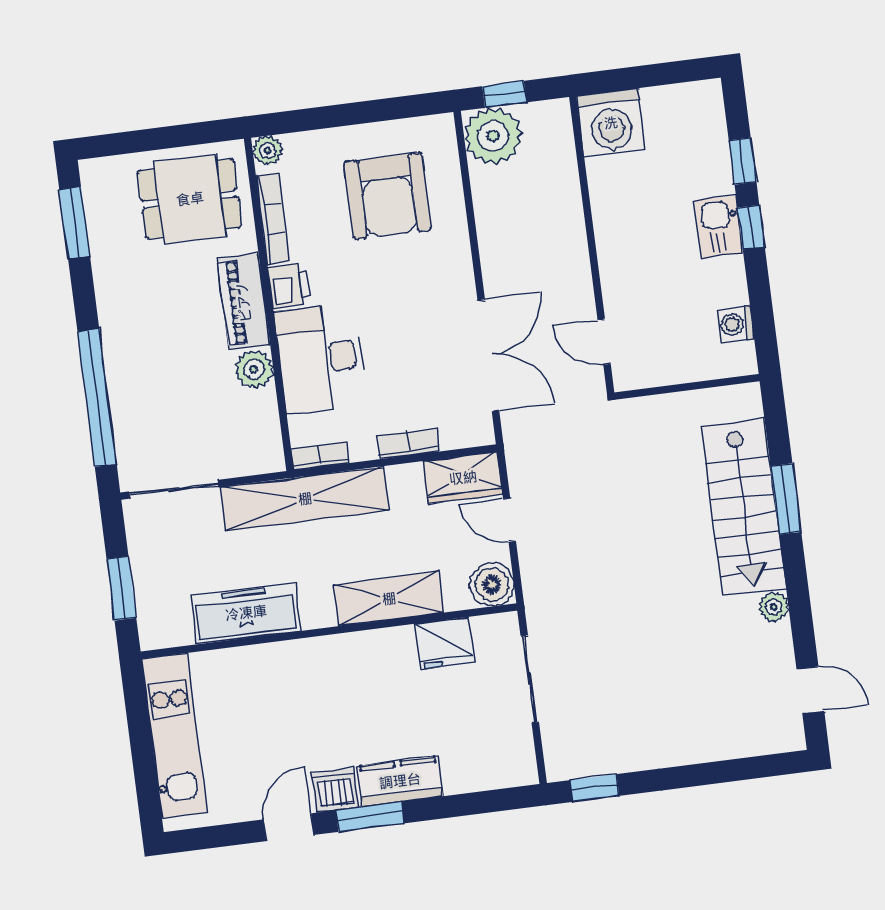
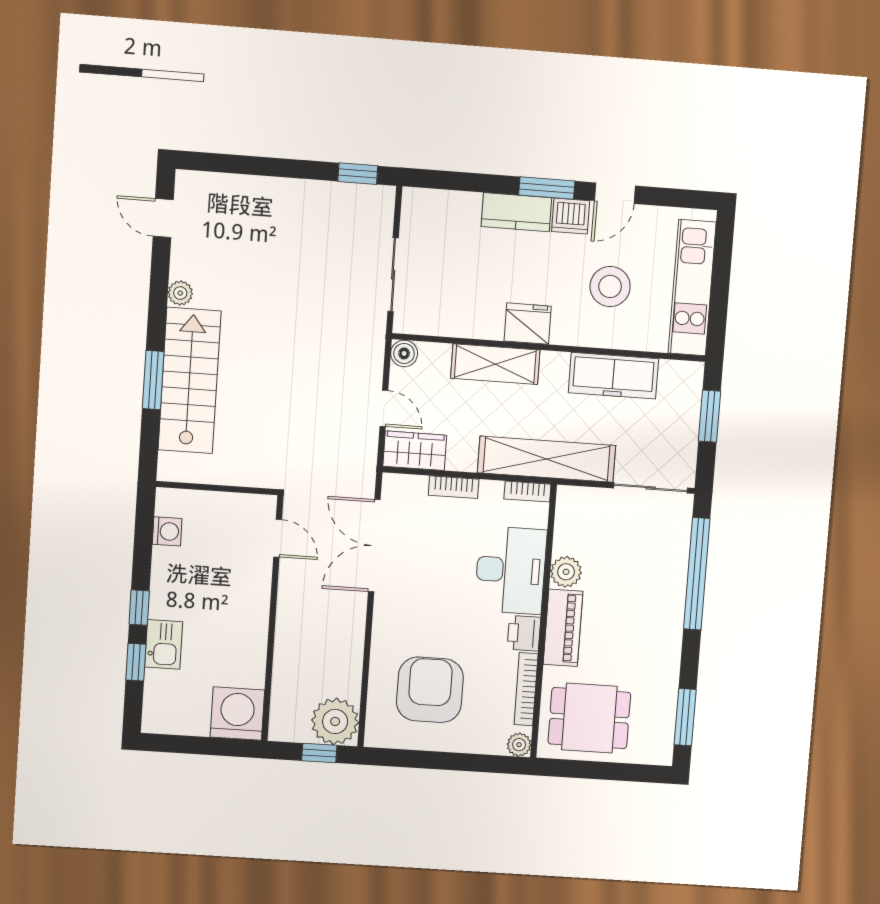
kitchen sink: (719, 227) -> (164, 644), moved
boiler: (492, 584) -> (404, 353), width x0.73, depth x0.73
fridge: (445, 643) -> (528, 324), moved
stool: (272, 717) -> (610, 286), added

